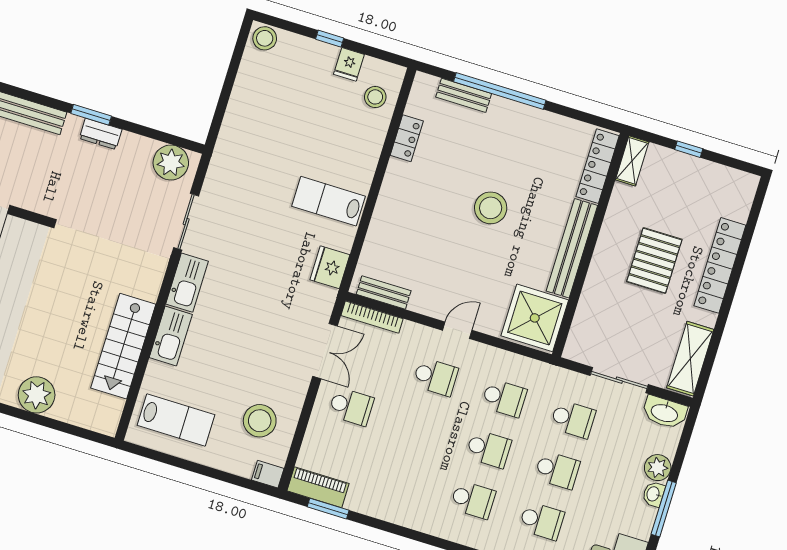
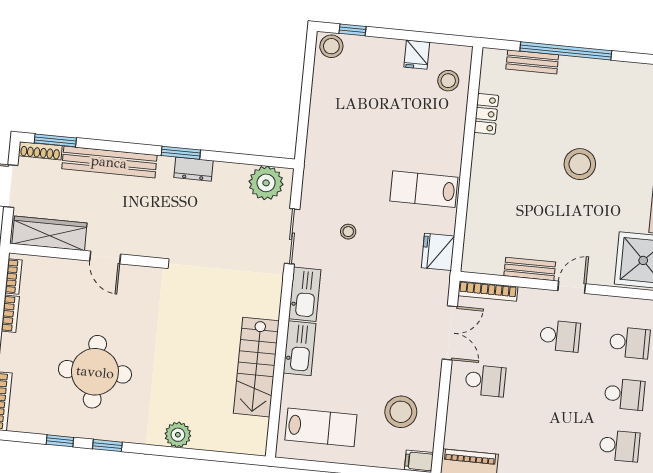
window: (330, 39) -> (352, 30), moved
stool: (244, 228) -> (348, 232), added
bench: (384, 292) -> (530, 269), moved
plant: (37, 395) -> (178, 435), width x0.73, depth x0.73

